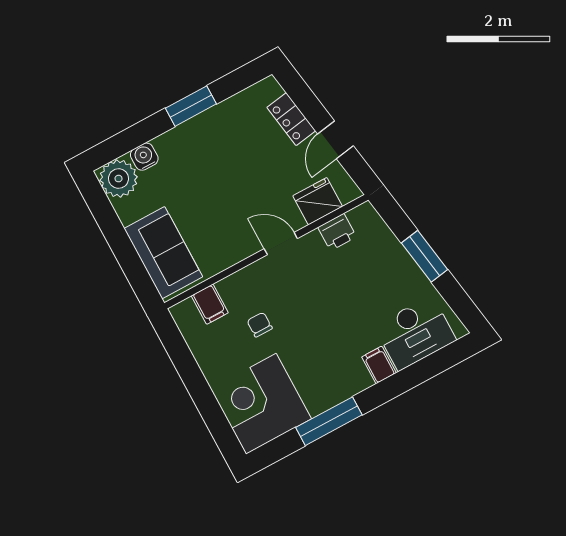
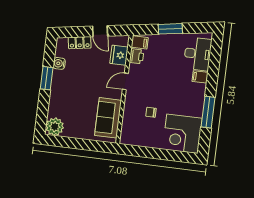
water cooler: (144, 157) -> (59, 63), moved
sofa: (163, 253) -> (108, 118), moved, turned -90
filing cabinet: (210, 304) -> (140, 42), moved

